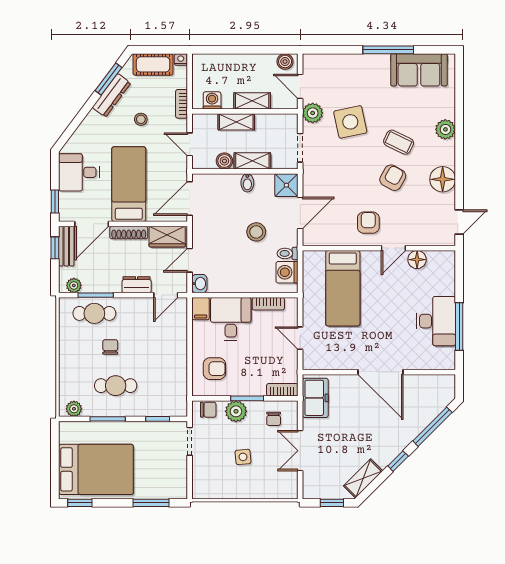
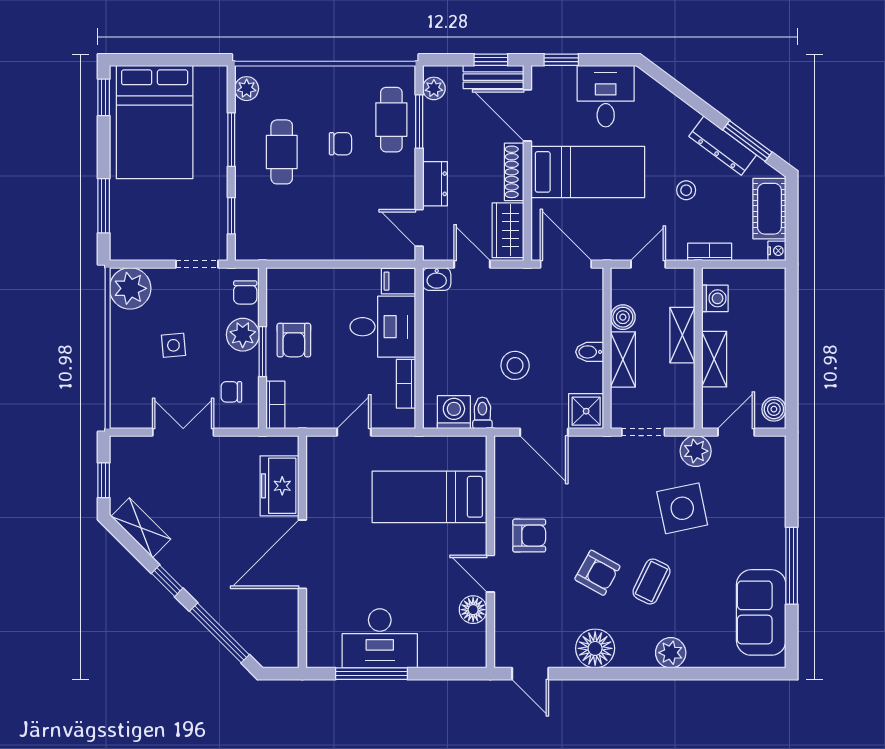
armchair: (214, 369) -> (294, 340), moved
freezer: (315, 398) -> (280, 486), moved, turned 90
plant: (205, 485) -> (130, 288), added

